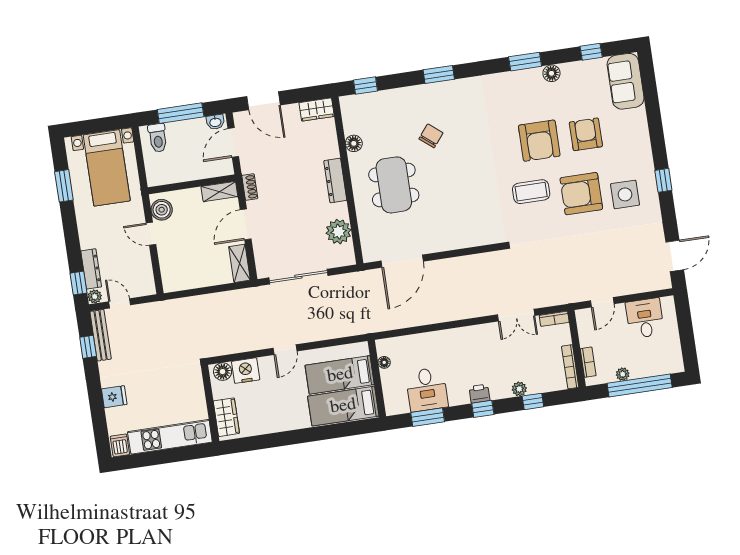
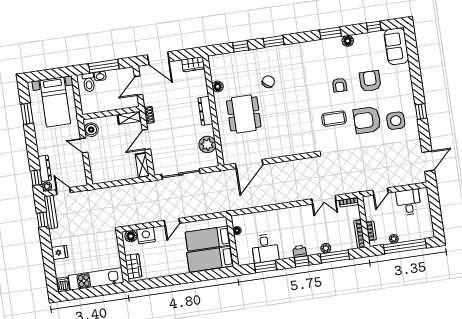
window: (365, 85) -> (241, 46), moved
washbasin: (215, 122) -> (100, 76), moved
armchair: (539, 141) -> (340, 85), width x0.53, depth x0.53
window: (533, 401) -> (335, 256), width x2.17

